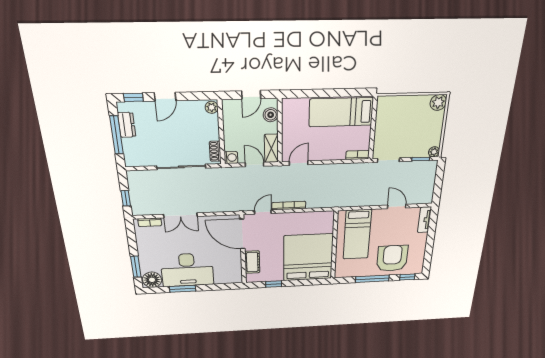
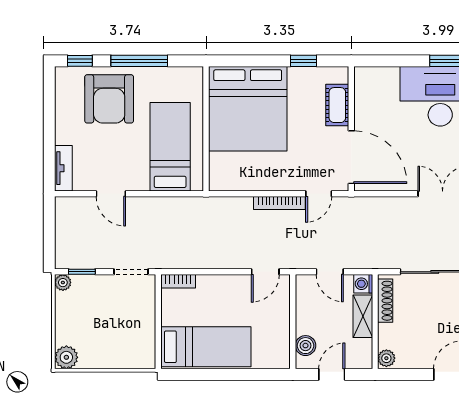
shelving: (271, 148) -> (363, 316), moved
shoe rack: (215, 151) -> (385, 301), width x1.43

